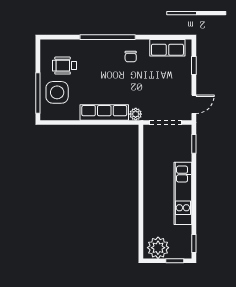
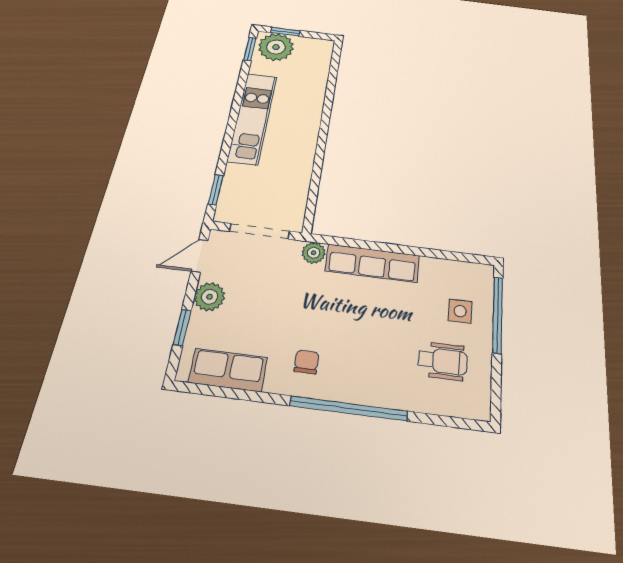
plant: (184, 83) -> (210, 297), added
side table: (57, 92) -> (460, 311), width x0.54, depth x0.54
plant: (158, 248) -> (276, 47), moved

